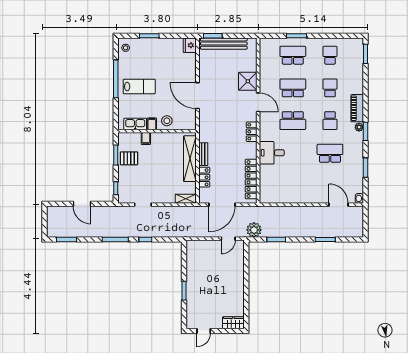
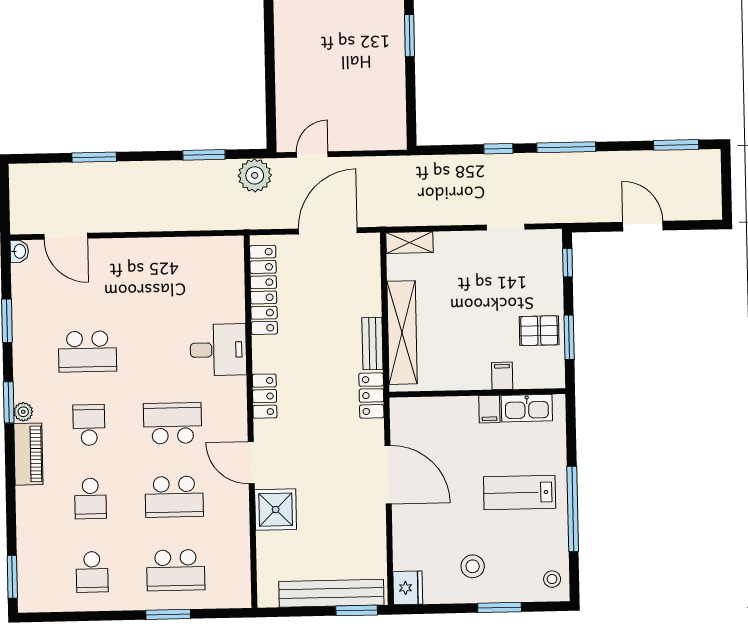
stool: (167, 121) -> (473, 566), moved
locker: (204, 177) -> (371, 395), moved

